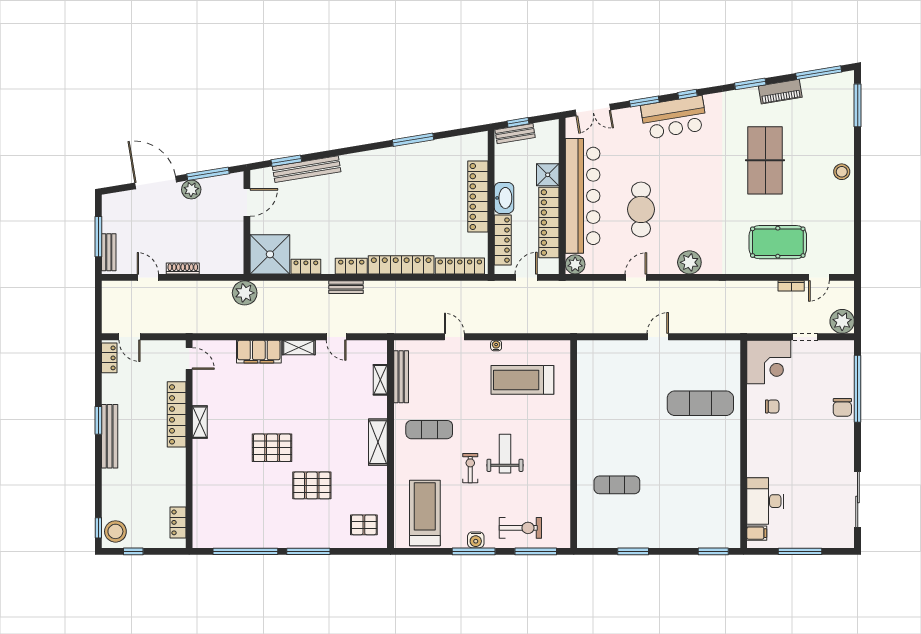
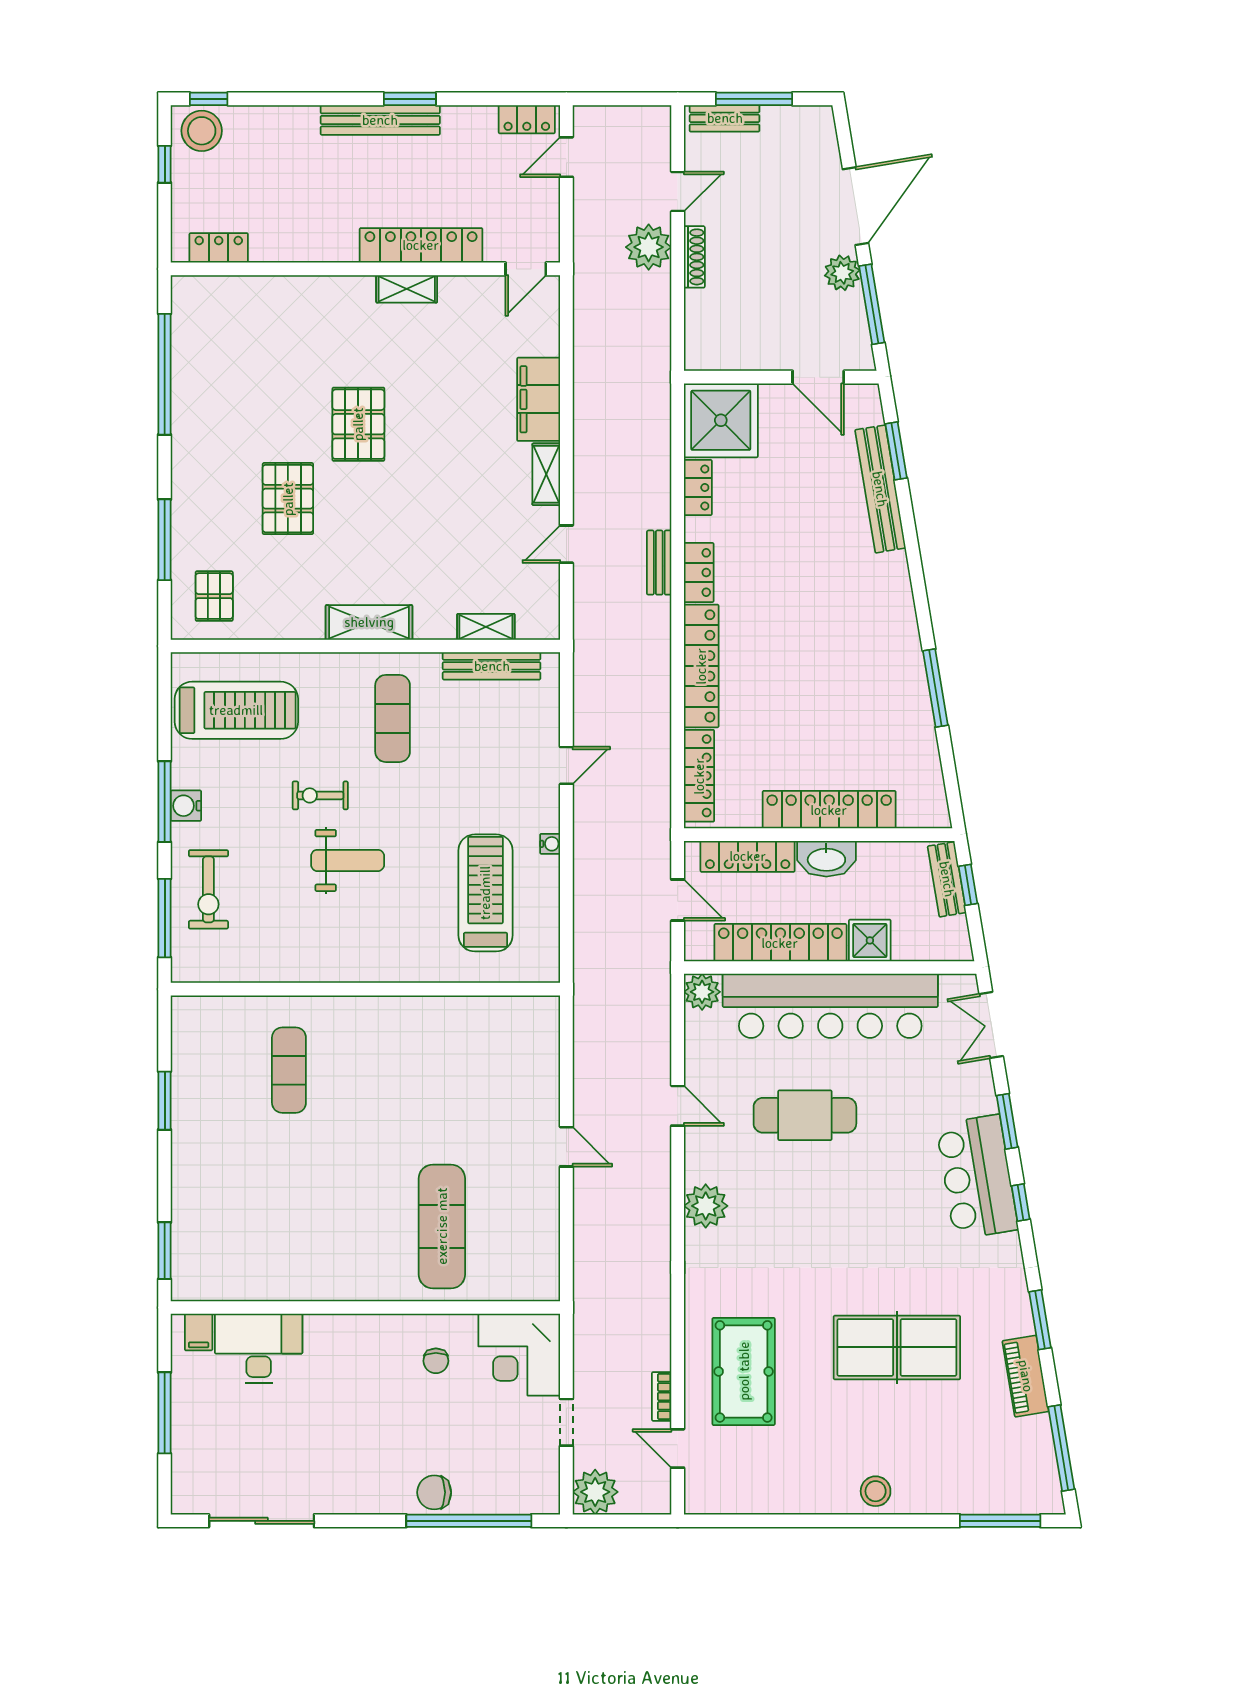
plant: (245, 293) -> (649, 247), moved
exercise bike: (470, 468) -> (320, 795), turned 180
window: (308, 551) -> (165, 540), moved

